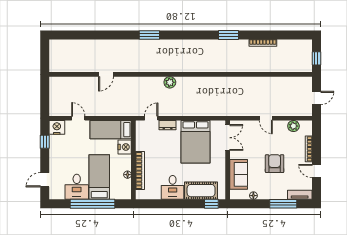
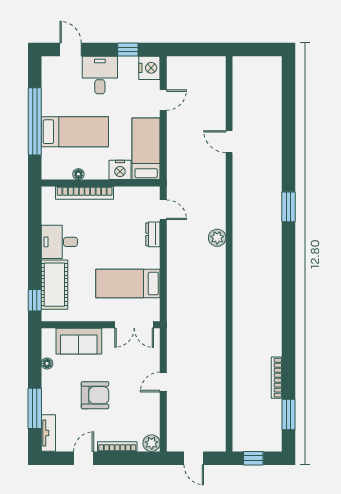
window: (229, 35) -> (288, 415), moved
plant: (293, 126) -> (152, 443), moved
bed: (195, 142) -> (128, 284), width x0.67
desk: (77, 187) -> (100, 75), moved, turned 90

